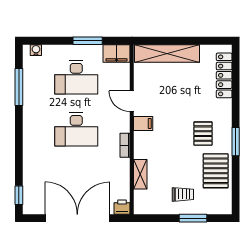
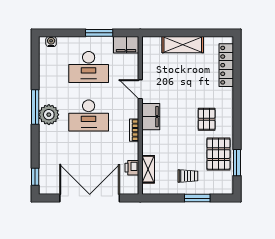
shelving: (167, 53) -> (183, 45), width x0.68
window: (19, 87) -> (35, 107), moved
filing cabinet: (143, 123) -> (151, 117), width x2.00
plant: (34, 128) -> (49, 115), added
window: (236, 142) -> (237, 163), moved
shelving: (140, 174) -> (148, 169), moved
printer: (122, 207) -> (132, 168), moved, turned -90

